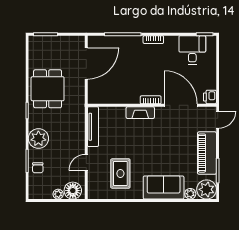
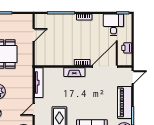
door: (86, 63) -> (34, 35), width x0.53
printer: (210, 97) -> (127, 48), moved
door: (181, 105) -> (105, 66), hinge flipped

